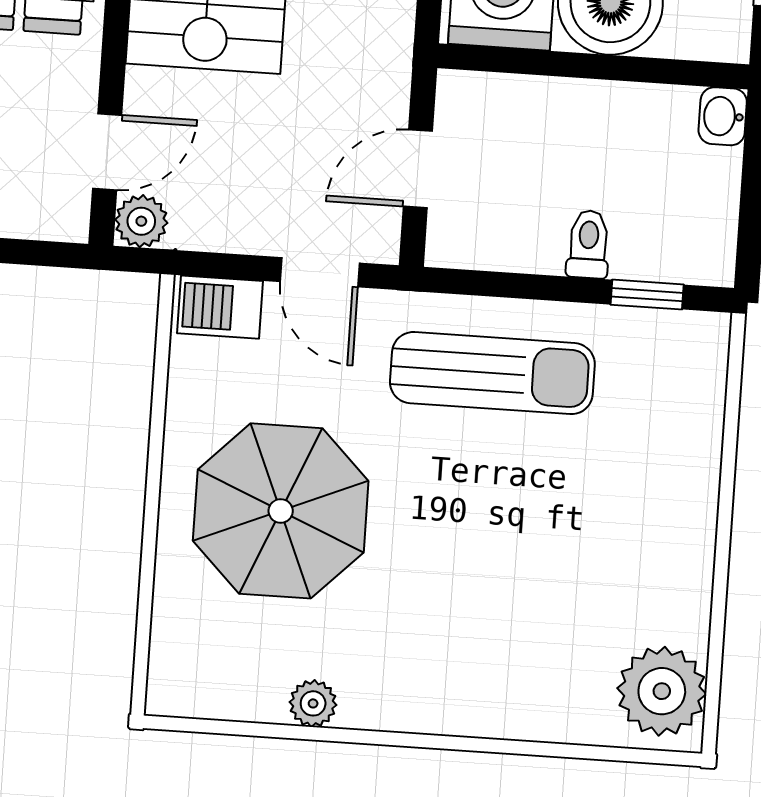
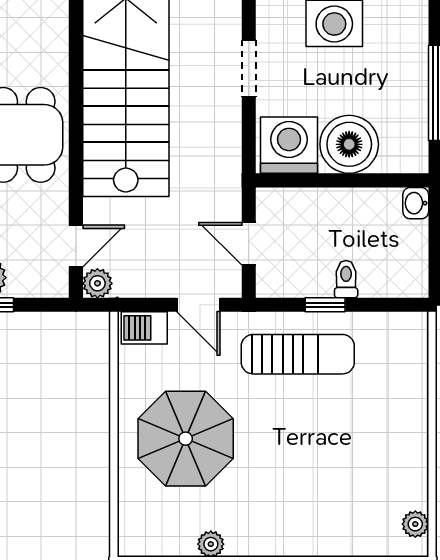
door: (418, 169) -> (249, 244), hinge flipped
window: (647, 295) -> (325, 305), moved
plant: (662, 691) -> (415, 524), width x0.53, depth x0.53

